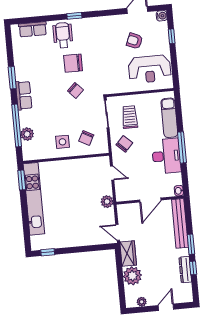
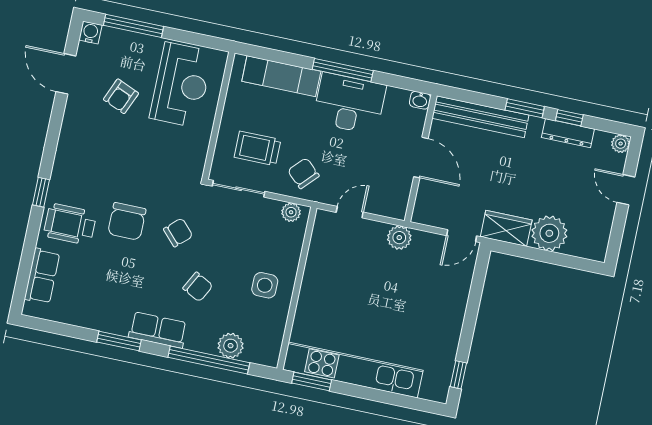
window: (172, 36) -> (134, 26), width x2.17
chair: (86, 138) -> (198, 287), moved
plant: (103, 144) -> (291, 212), added
plant: (142, 302) -> (621, 144), moved

